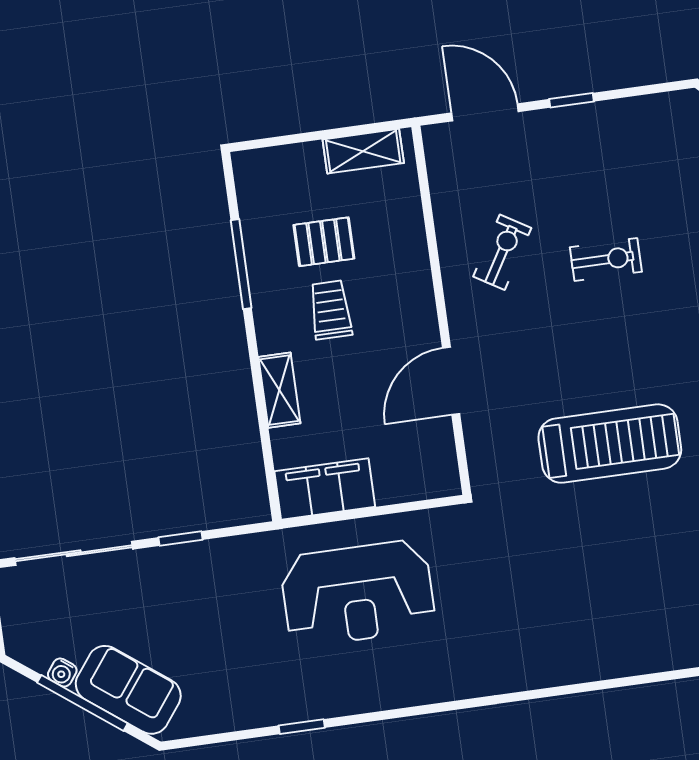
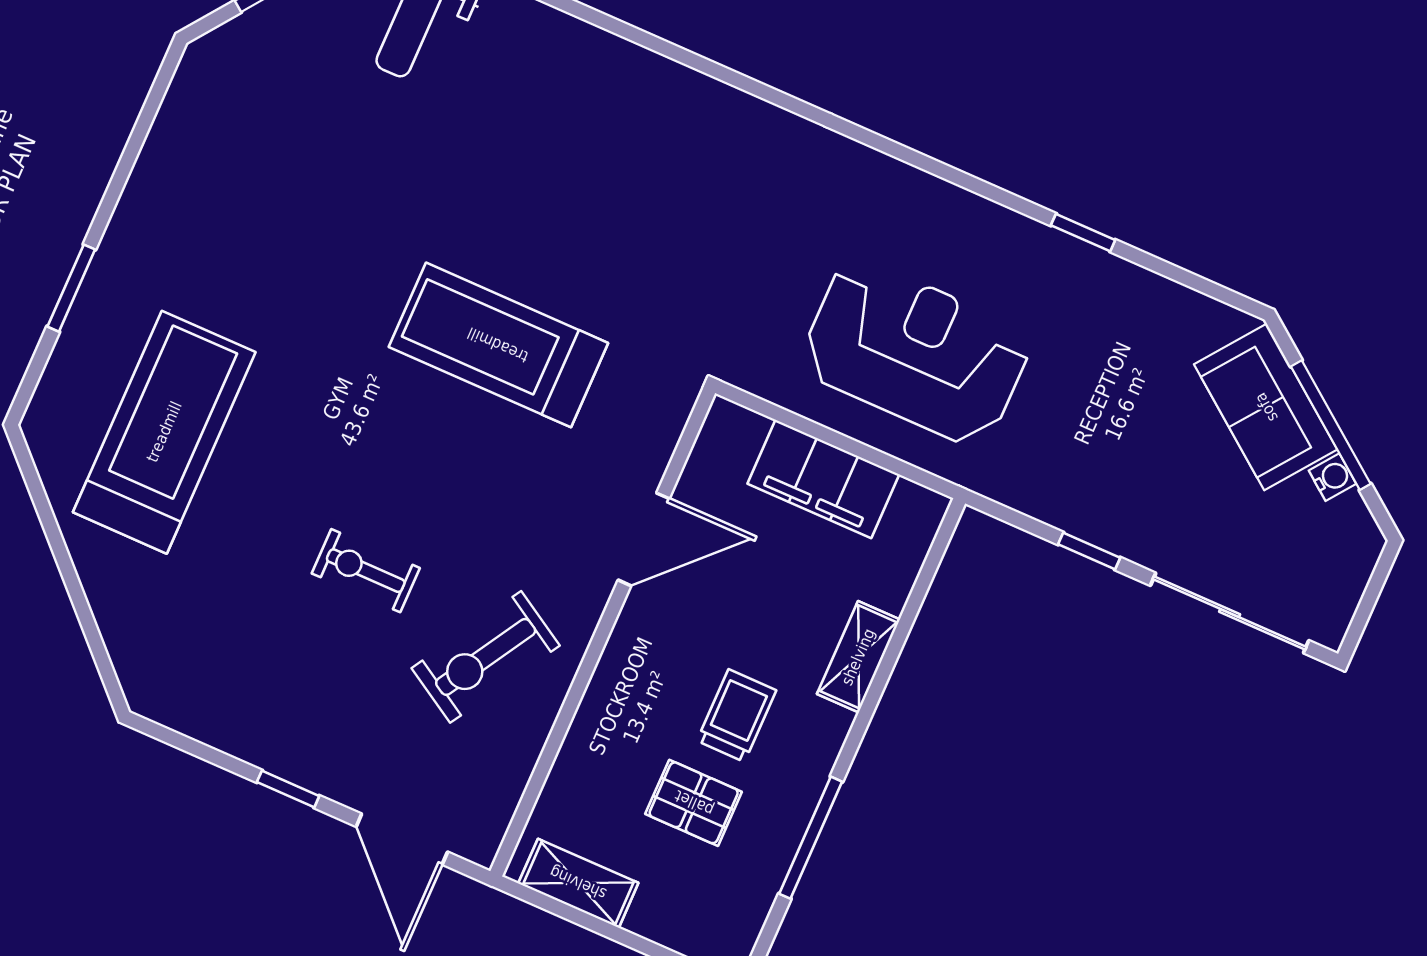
exercise bike: (502, 252) -> (486, 657), width x1.38, depth x1.39
trolley: (331, 310) -> (737, 716), turned 180
filing cabinet: (325, 489) -> (823, 479), moved

